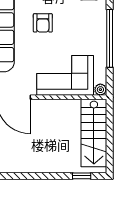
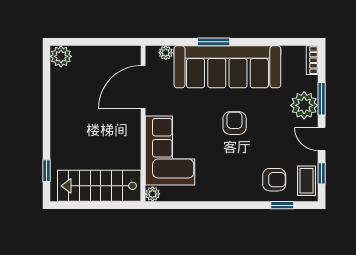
armchair: (43, 23) -> (235, 123), turned 90
window: (110, 38) -> (215, 205), removed

